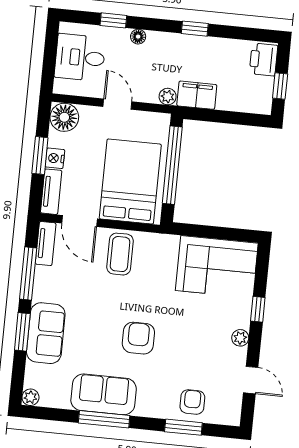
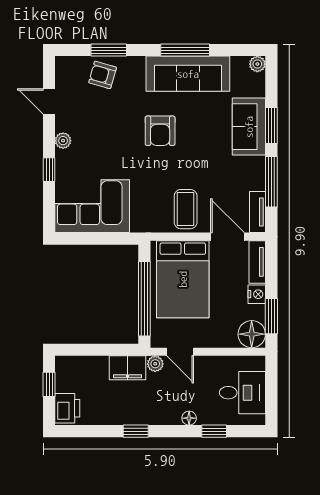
door: (117, 104) -> (180, 352), moved
window: (40, 155) -> (271, 316), moved
sofa: (104, 394) -> (188, 74), width x1.36
armchair: (192, 402) -> (103, 75), turned 106

